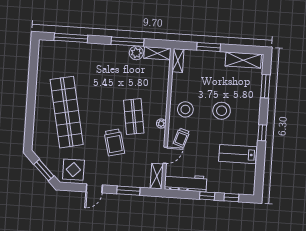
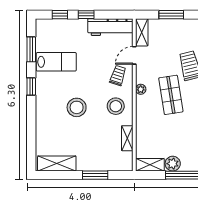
shelving: (178, 60) -> (127, 138), moved
window: (265, 86) -> (31, 49), moved

